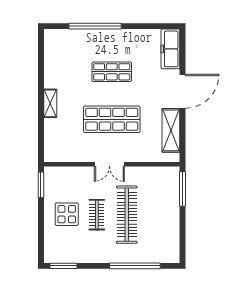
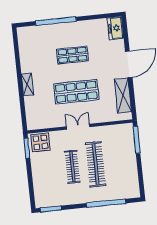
freezer: (170, 49) -> (115, 28), width x0.71
double door: (109, 164) -> (78, 127), swing flipped
display table: (67, 214) -> (40, 142), moved
clothes rail: (97, 215) -> (72, 167), width x1.36

